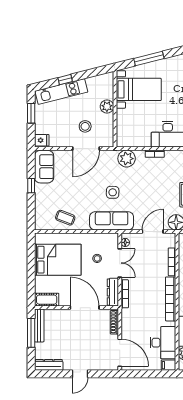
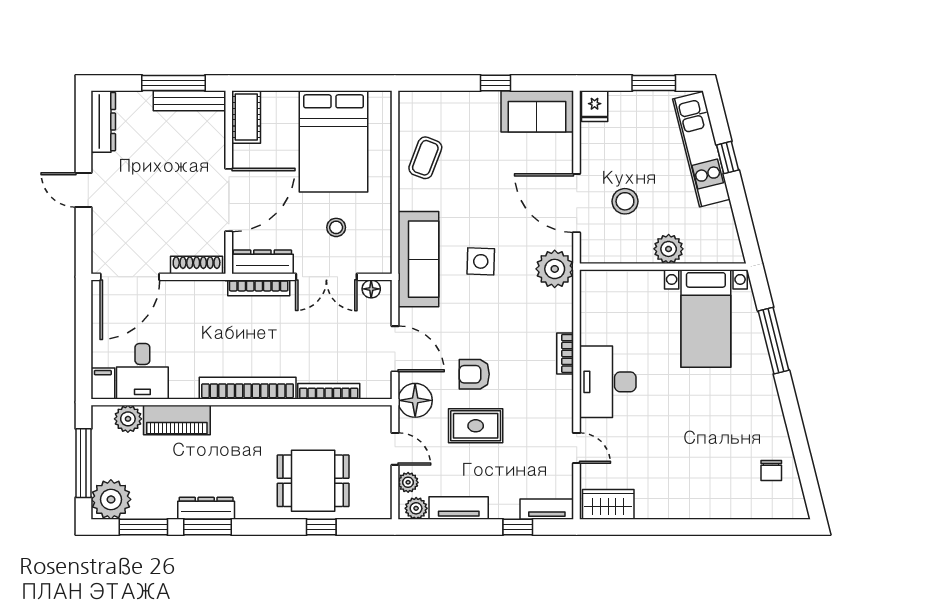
plant: (127, 159) -> (555, 269), moved
armchair: (164, 195) -> (474, 374), added
desk: (163, 343) -> (142, 371), width x0.73

